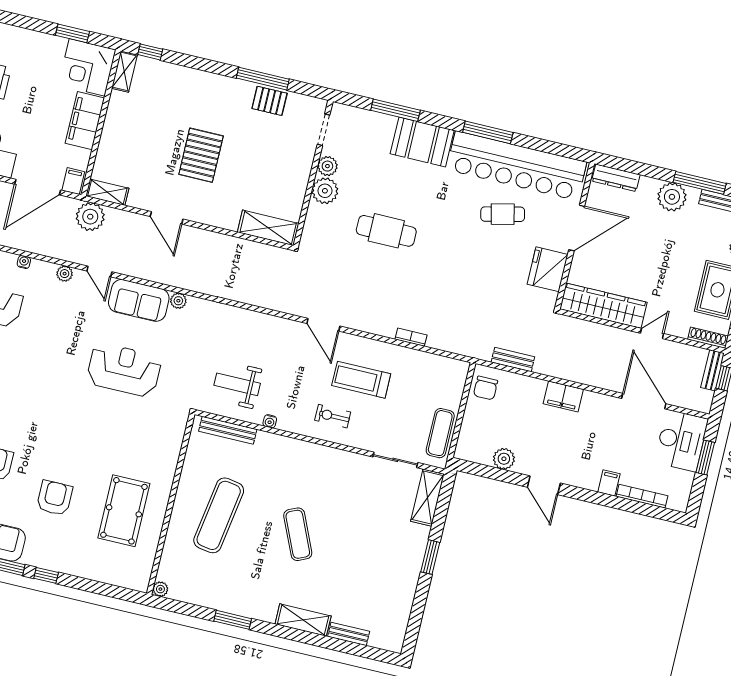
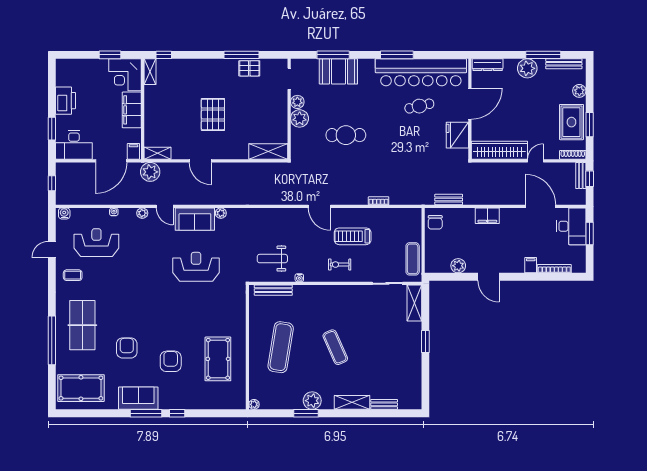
booth: (422, 142) -> (338, 71), moved
plant: (246, 604) -> (312, 401), added

